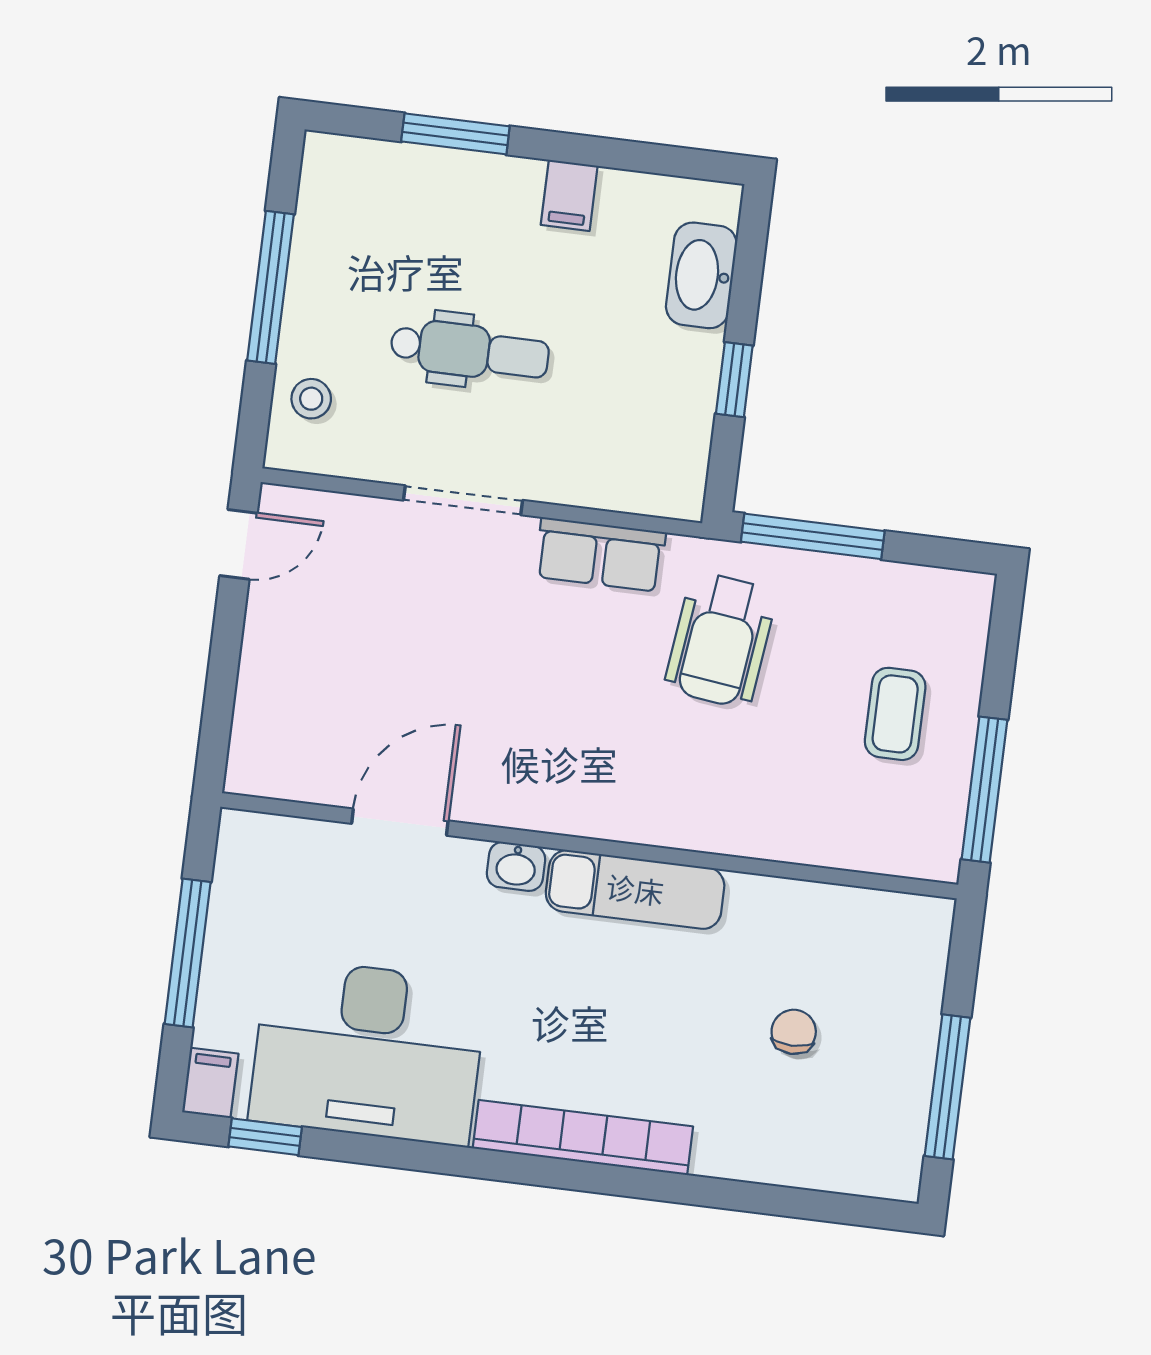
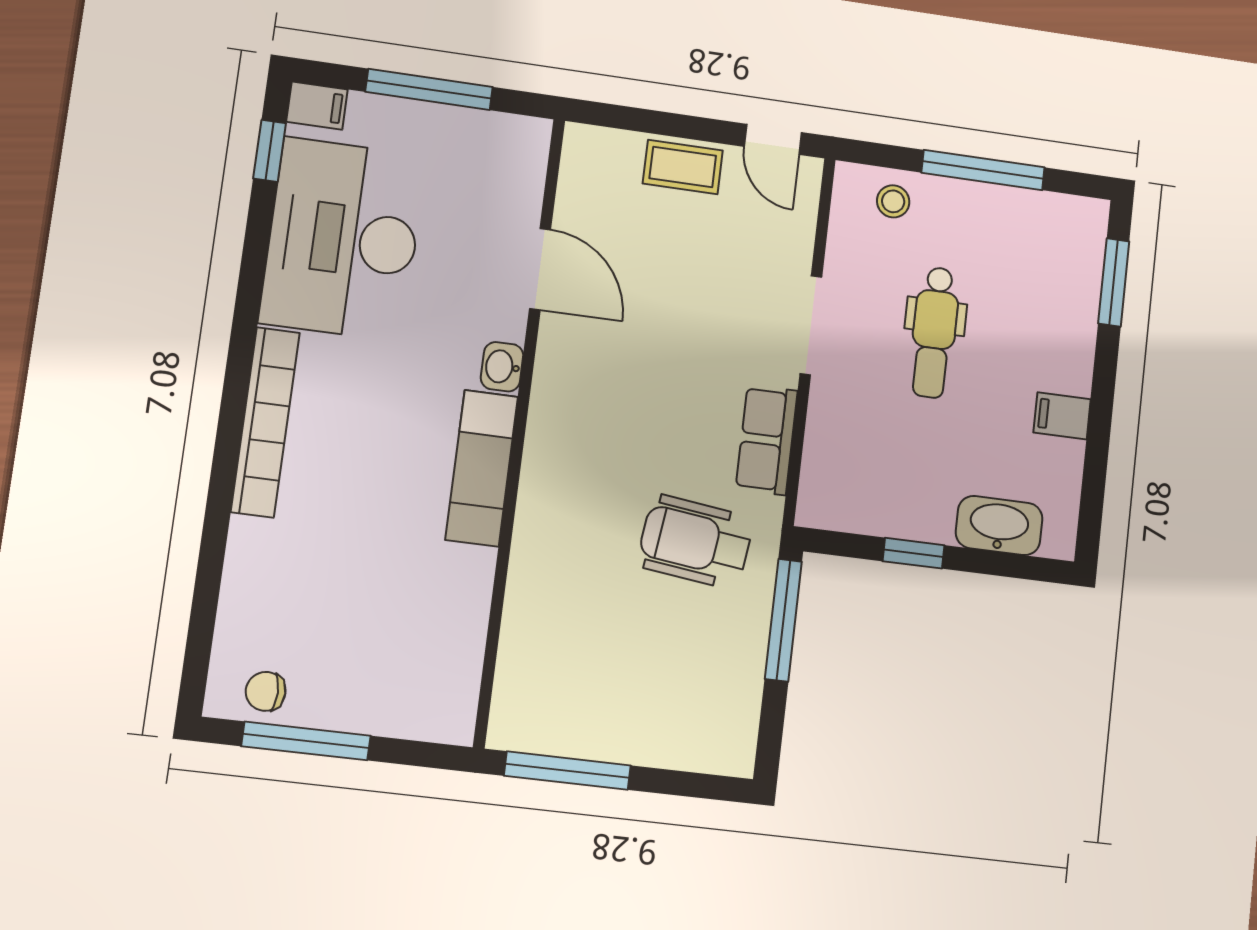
window: (455, 134) -> (1114, 282), moved
coffee table: (895, 714) -> (683, 167), moved
chair: (794, 1032) -> (266, 691), moved, turned 180

